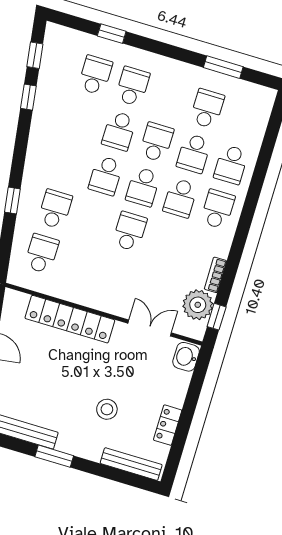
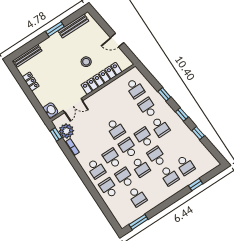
window: (35, 55) -> (182, 114), moved
window: (223, 67) -> (138, 222), moved
school desk: (68, 164) -> (160, 127), added
school desk: (55, 209) -> (148, 108), turned 180
stool: (107, 409) -> (86, 62), moved

